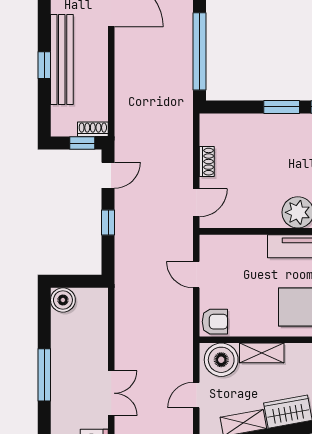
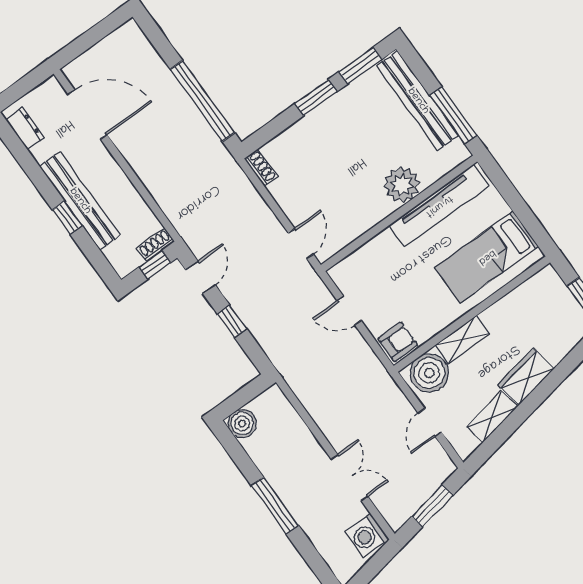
shoe rack: (207, 162) -> (261, 168), moved

